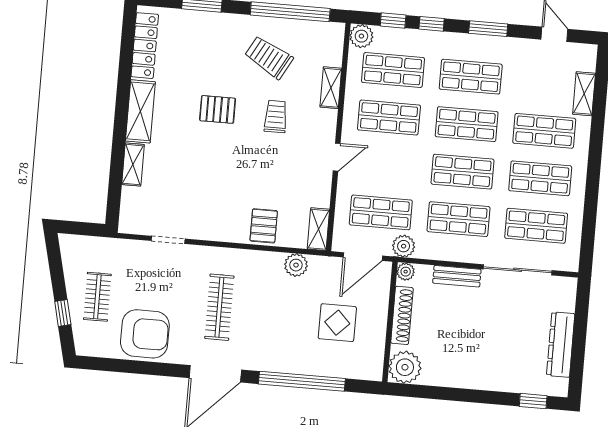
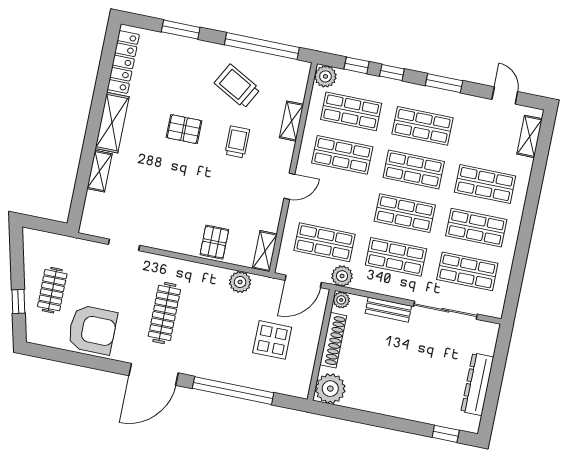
shelving: (584, 94) -> (530, 136), moved

